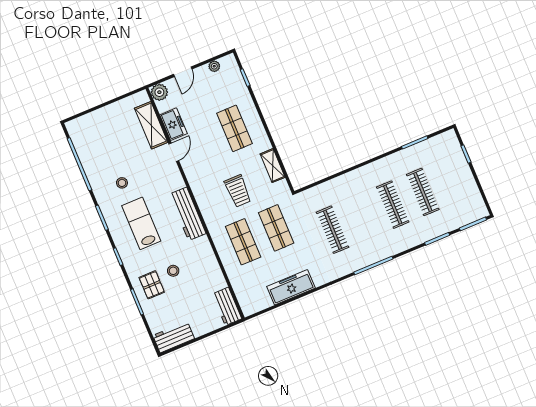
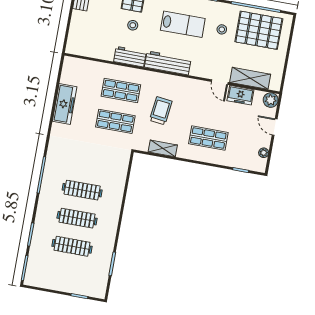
pallet: (100, 147) -> (259, 30), added
trolley: (238, 191) -> (161, 111), turned 97
clothes rail: (333, 230) -> (82, 190), moved
workbench: (227, 306) -> (130, 57), moved

